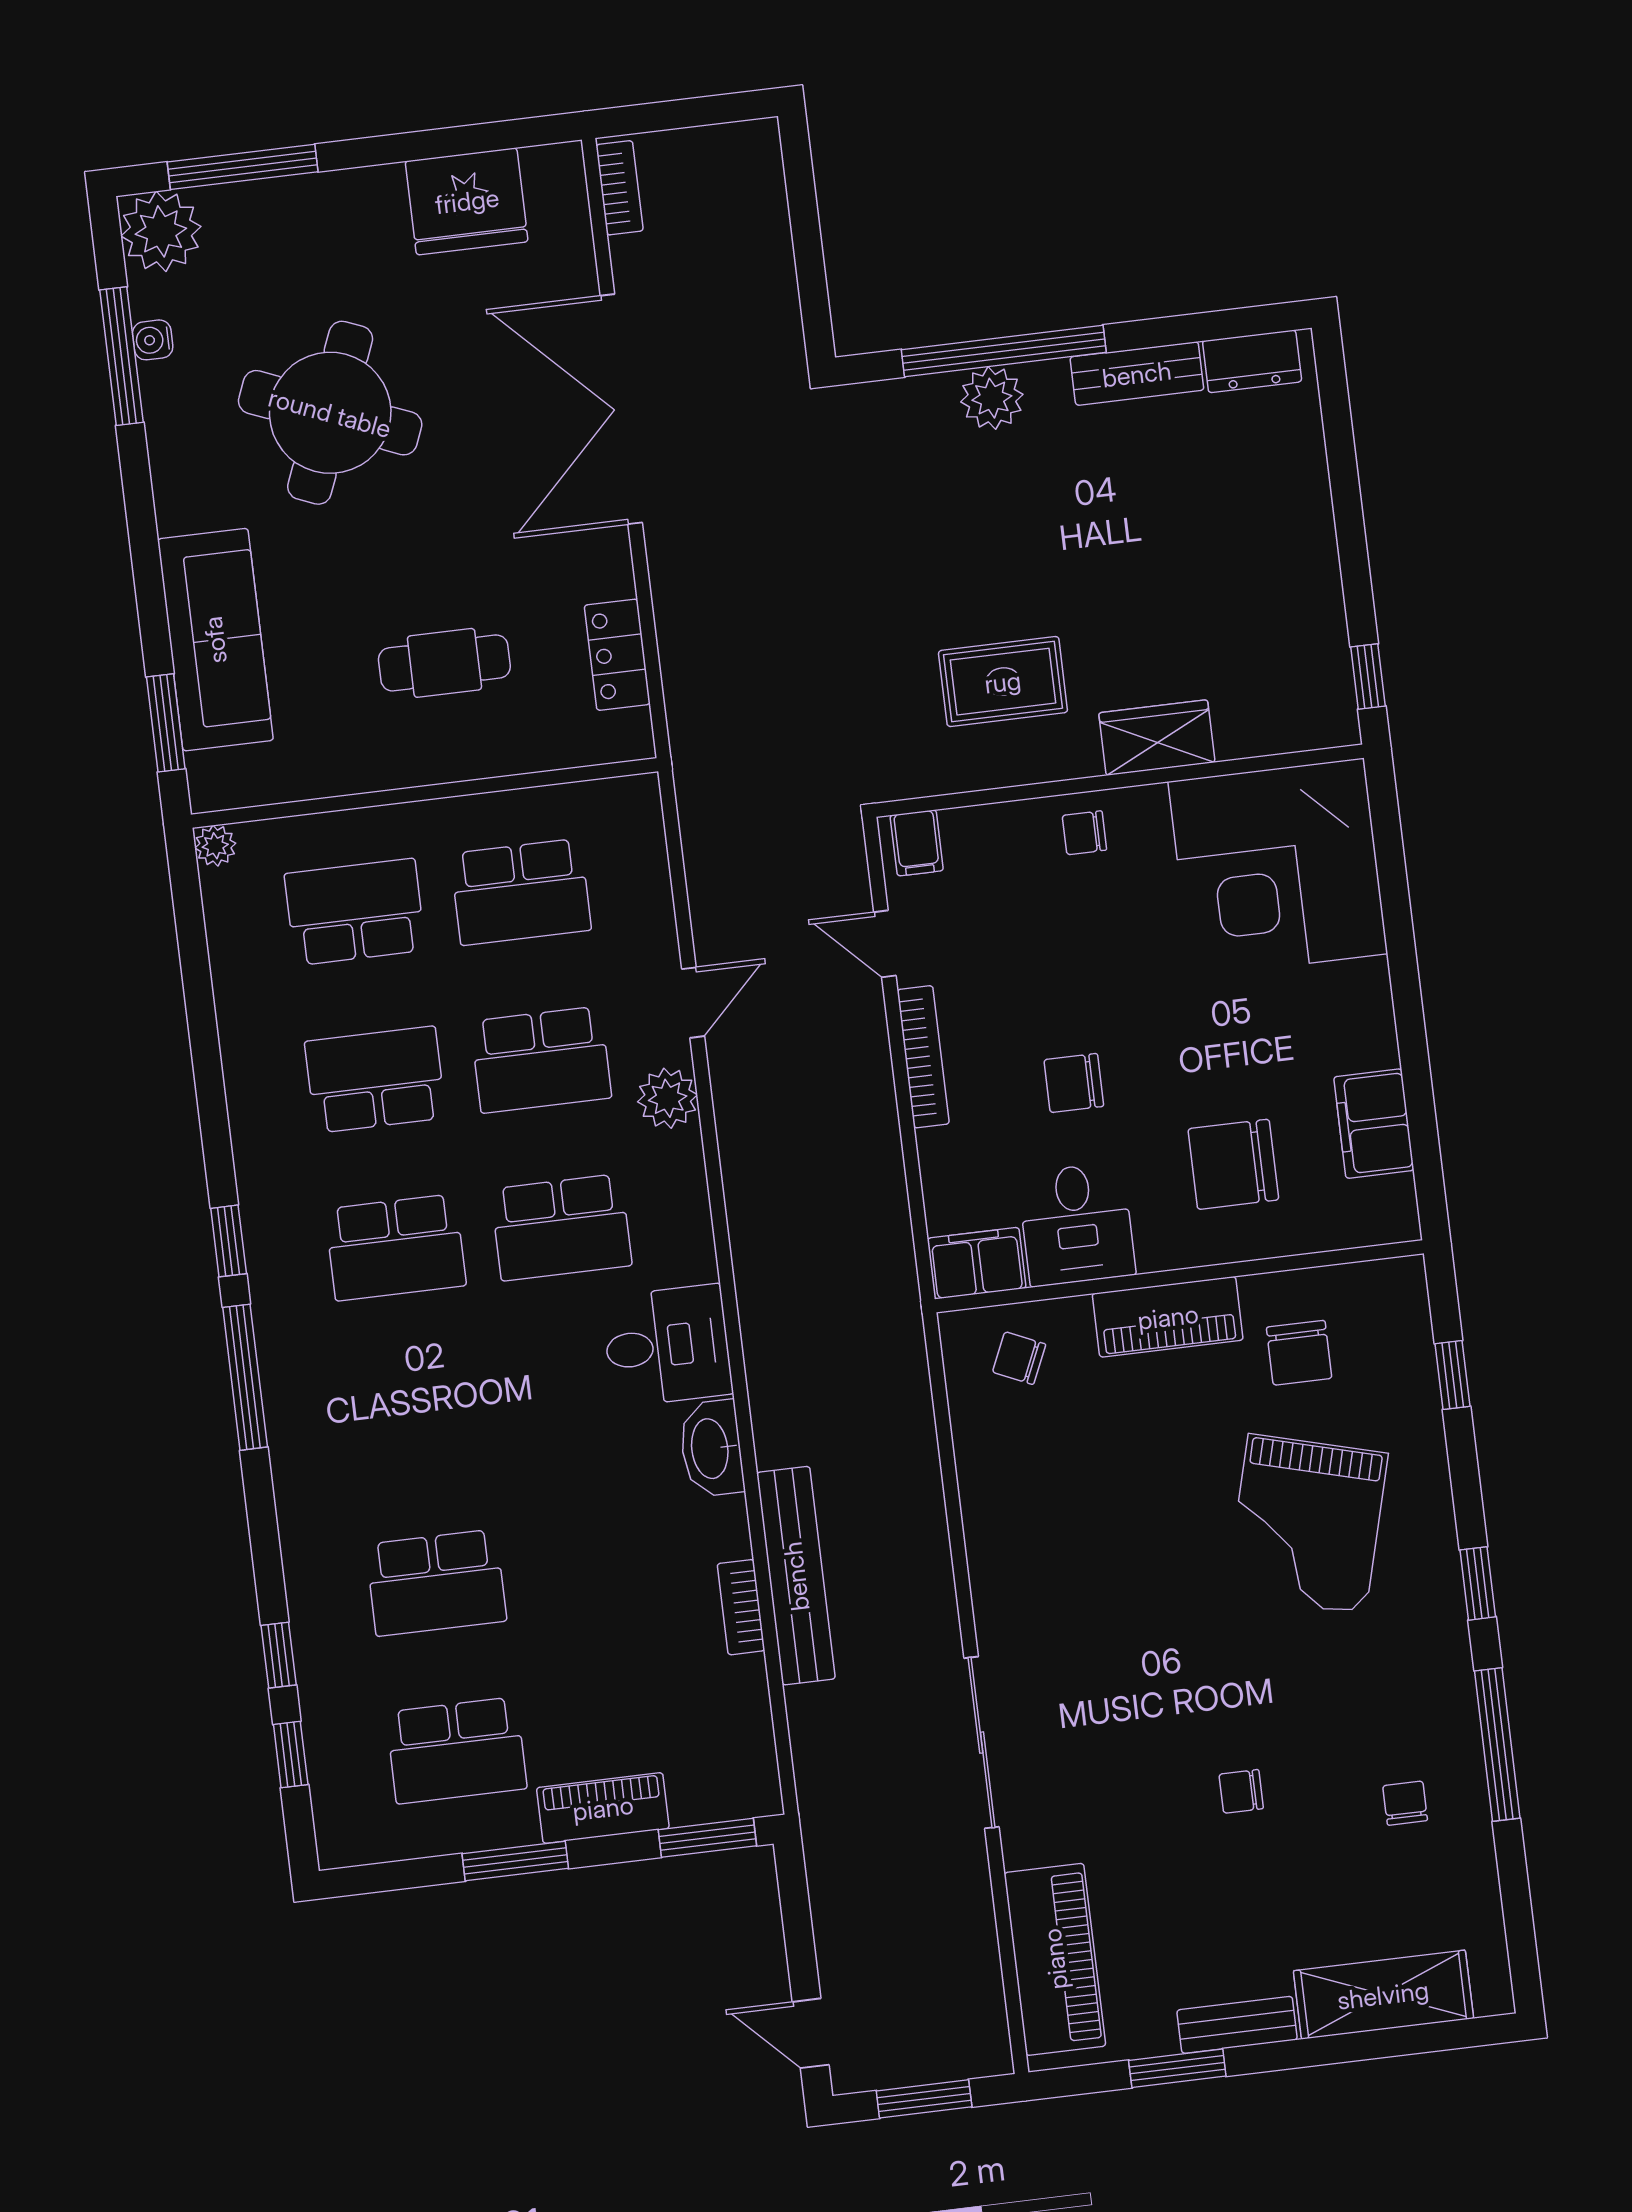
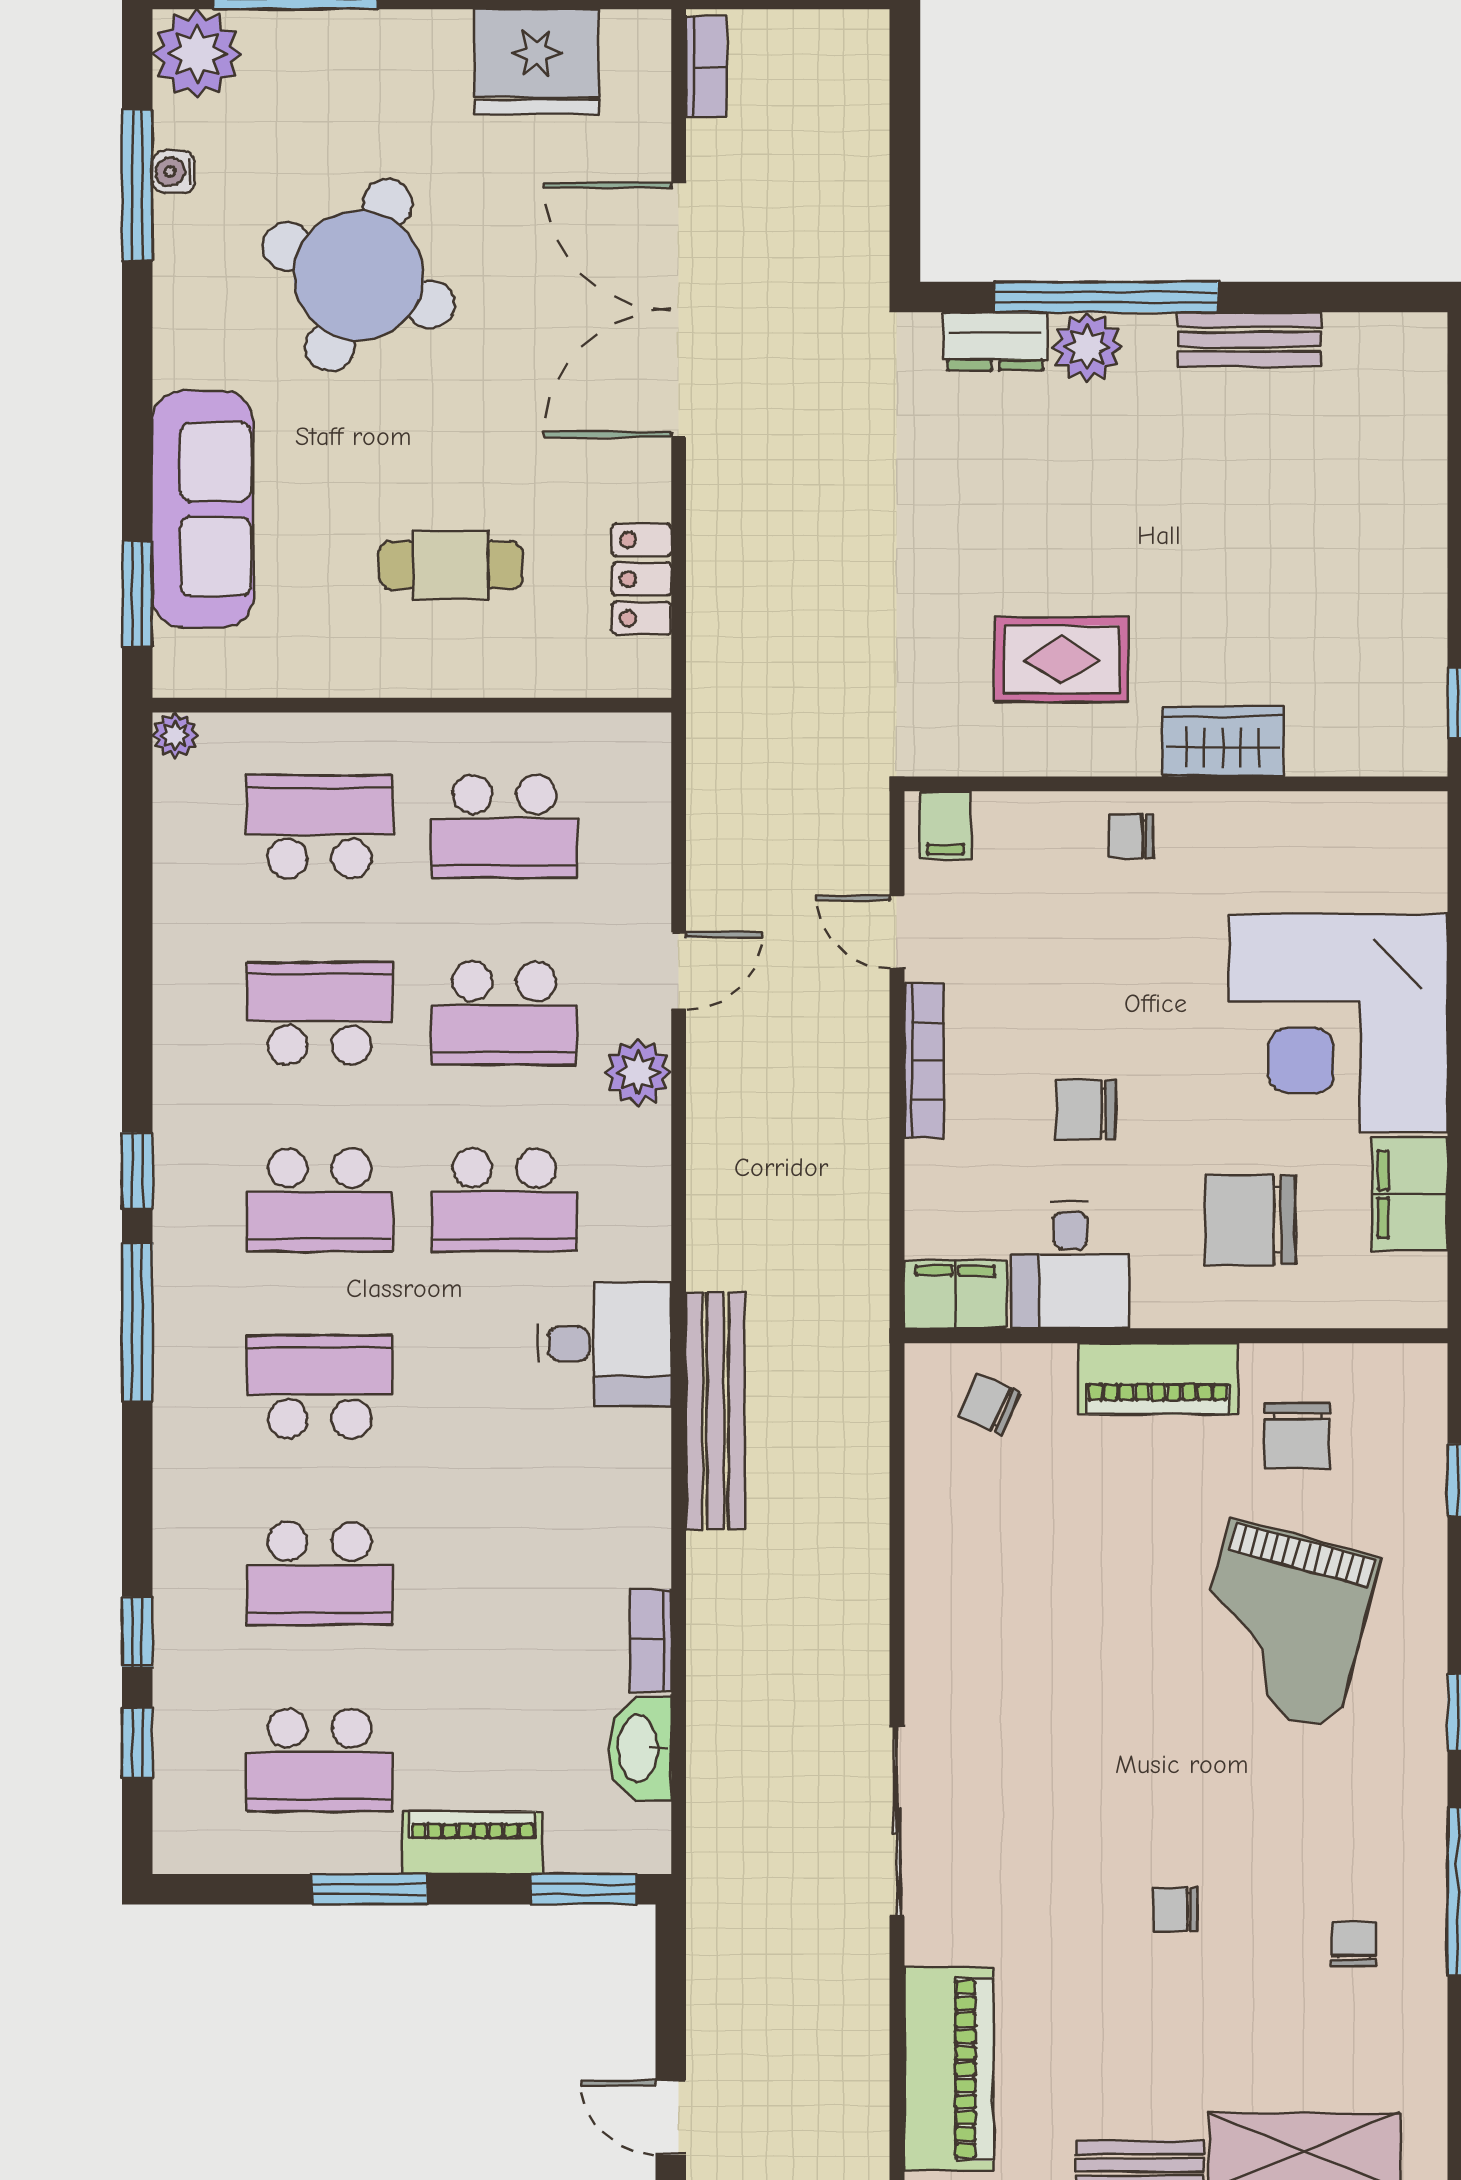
dresser: (1252, 361) -> (995, 341), moved
corner desk: (1278, 868) -> (1338, 1023), moved
school desk: (416, 1415) -> (320, 1387), added
washbasin: (711, 1448) -> (640, 1749), moved
bench: (796, 1576) -> (715, 1411), moved

